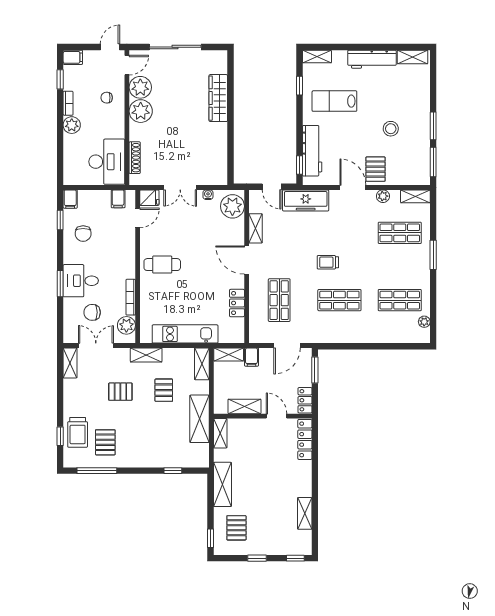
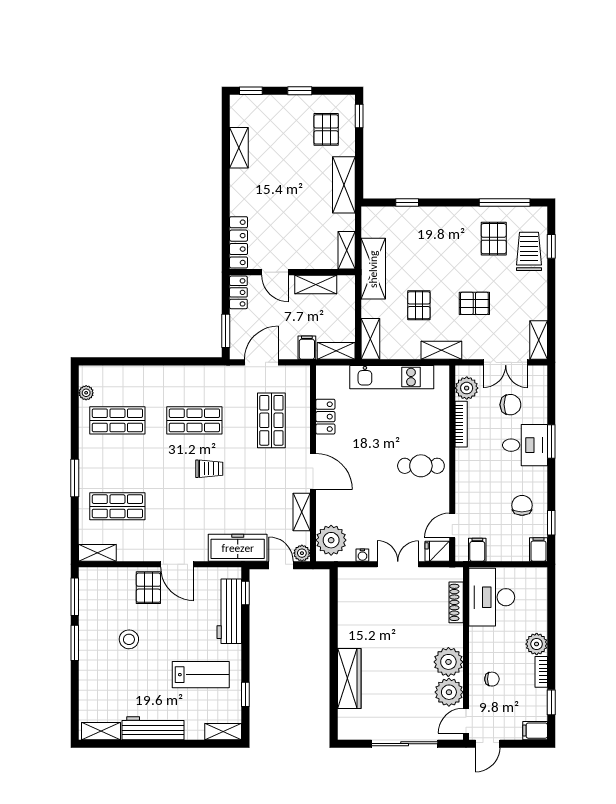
plant: (383, 196) -> (302, 553), moved

